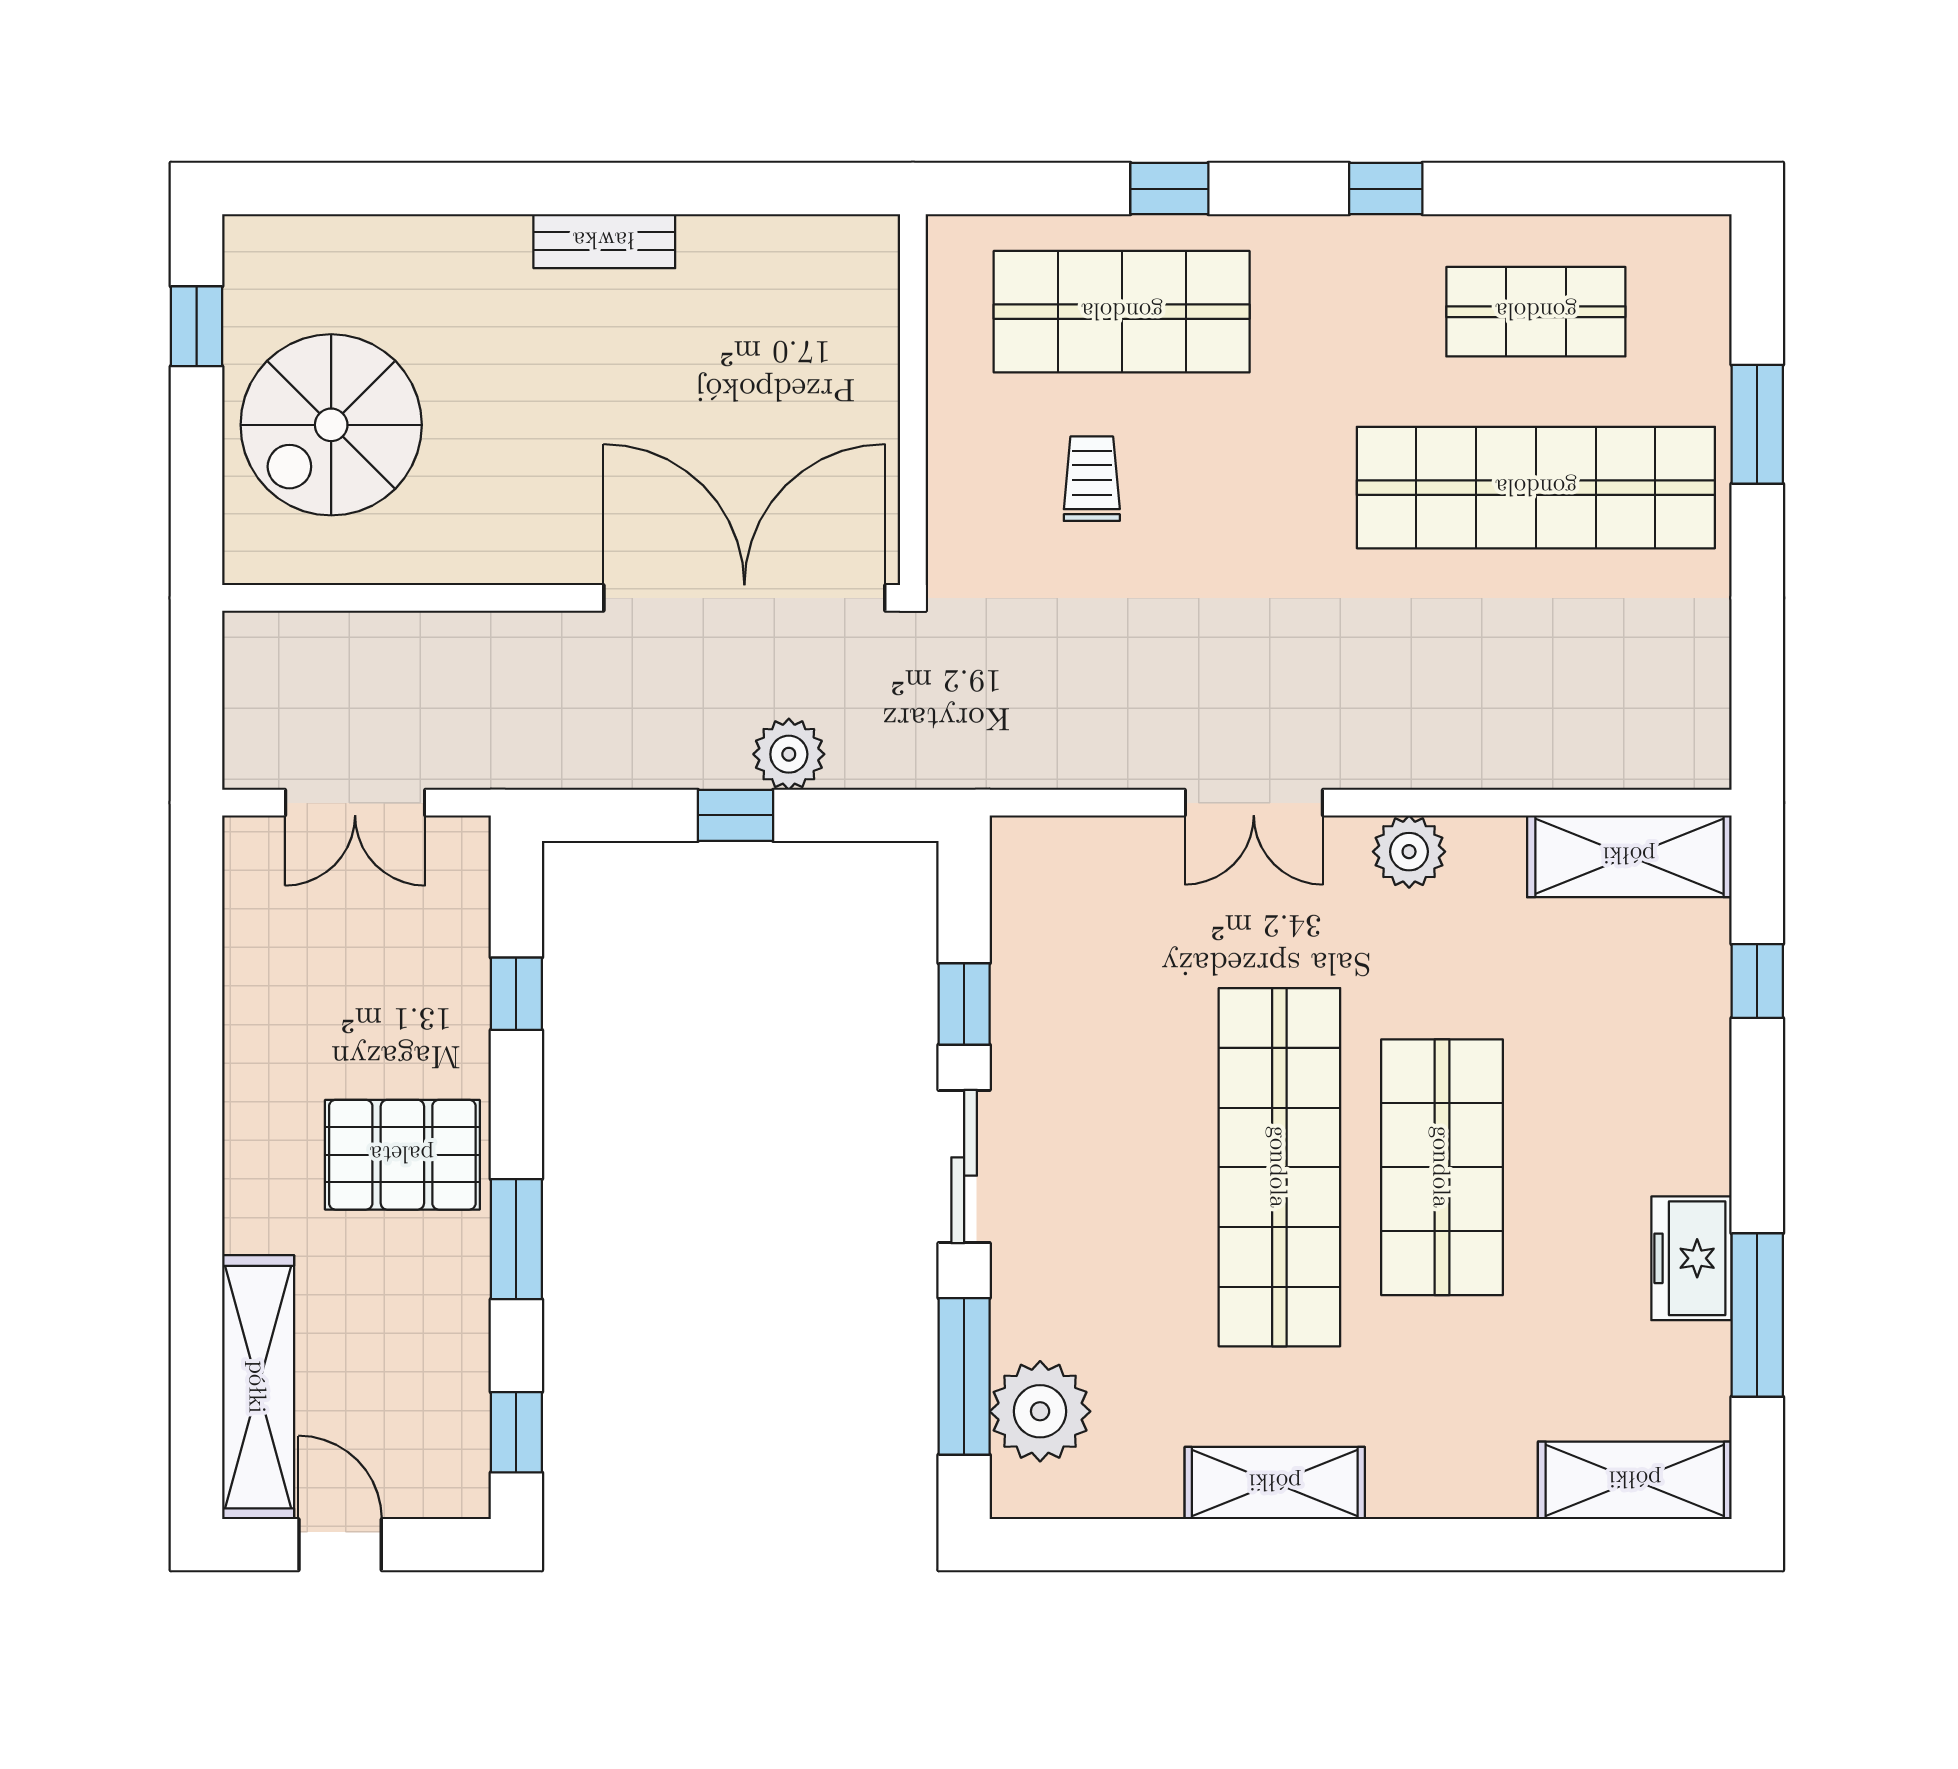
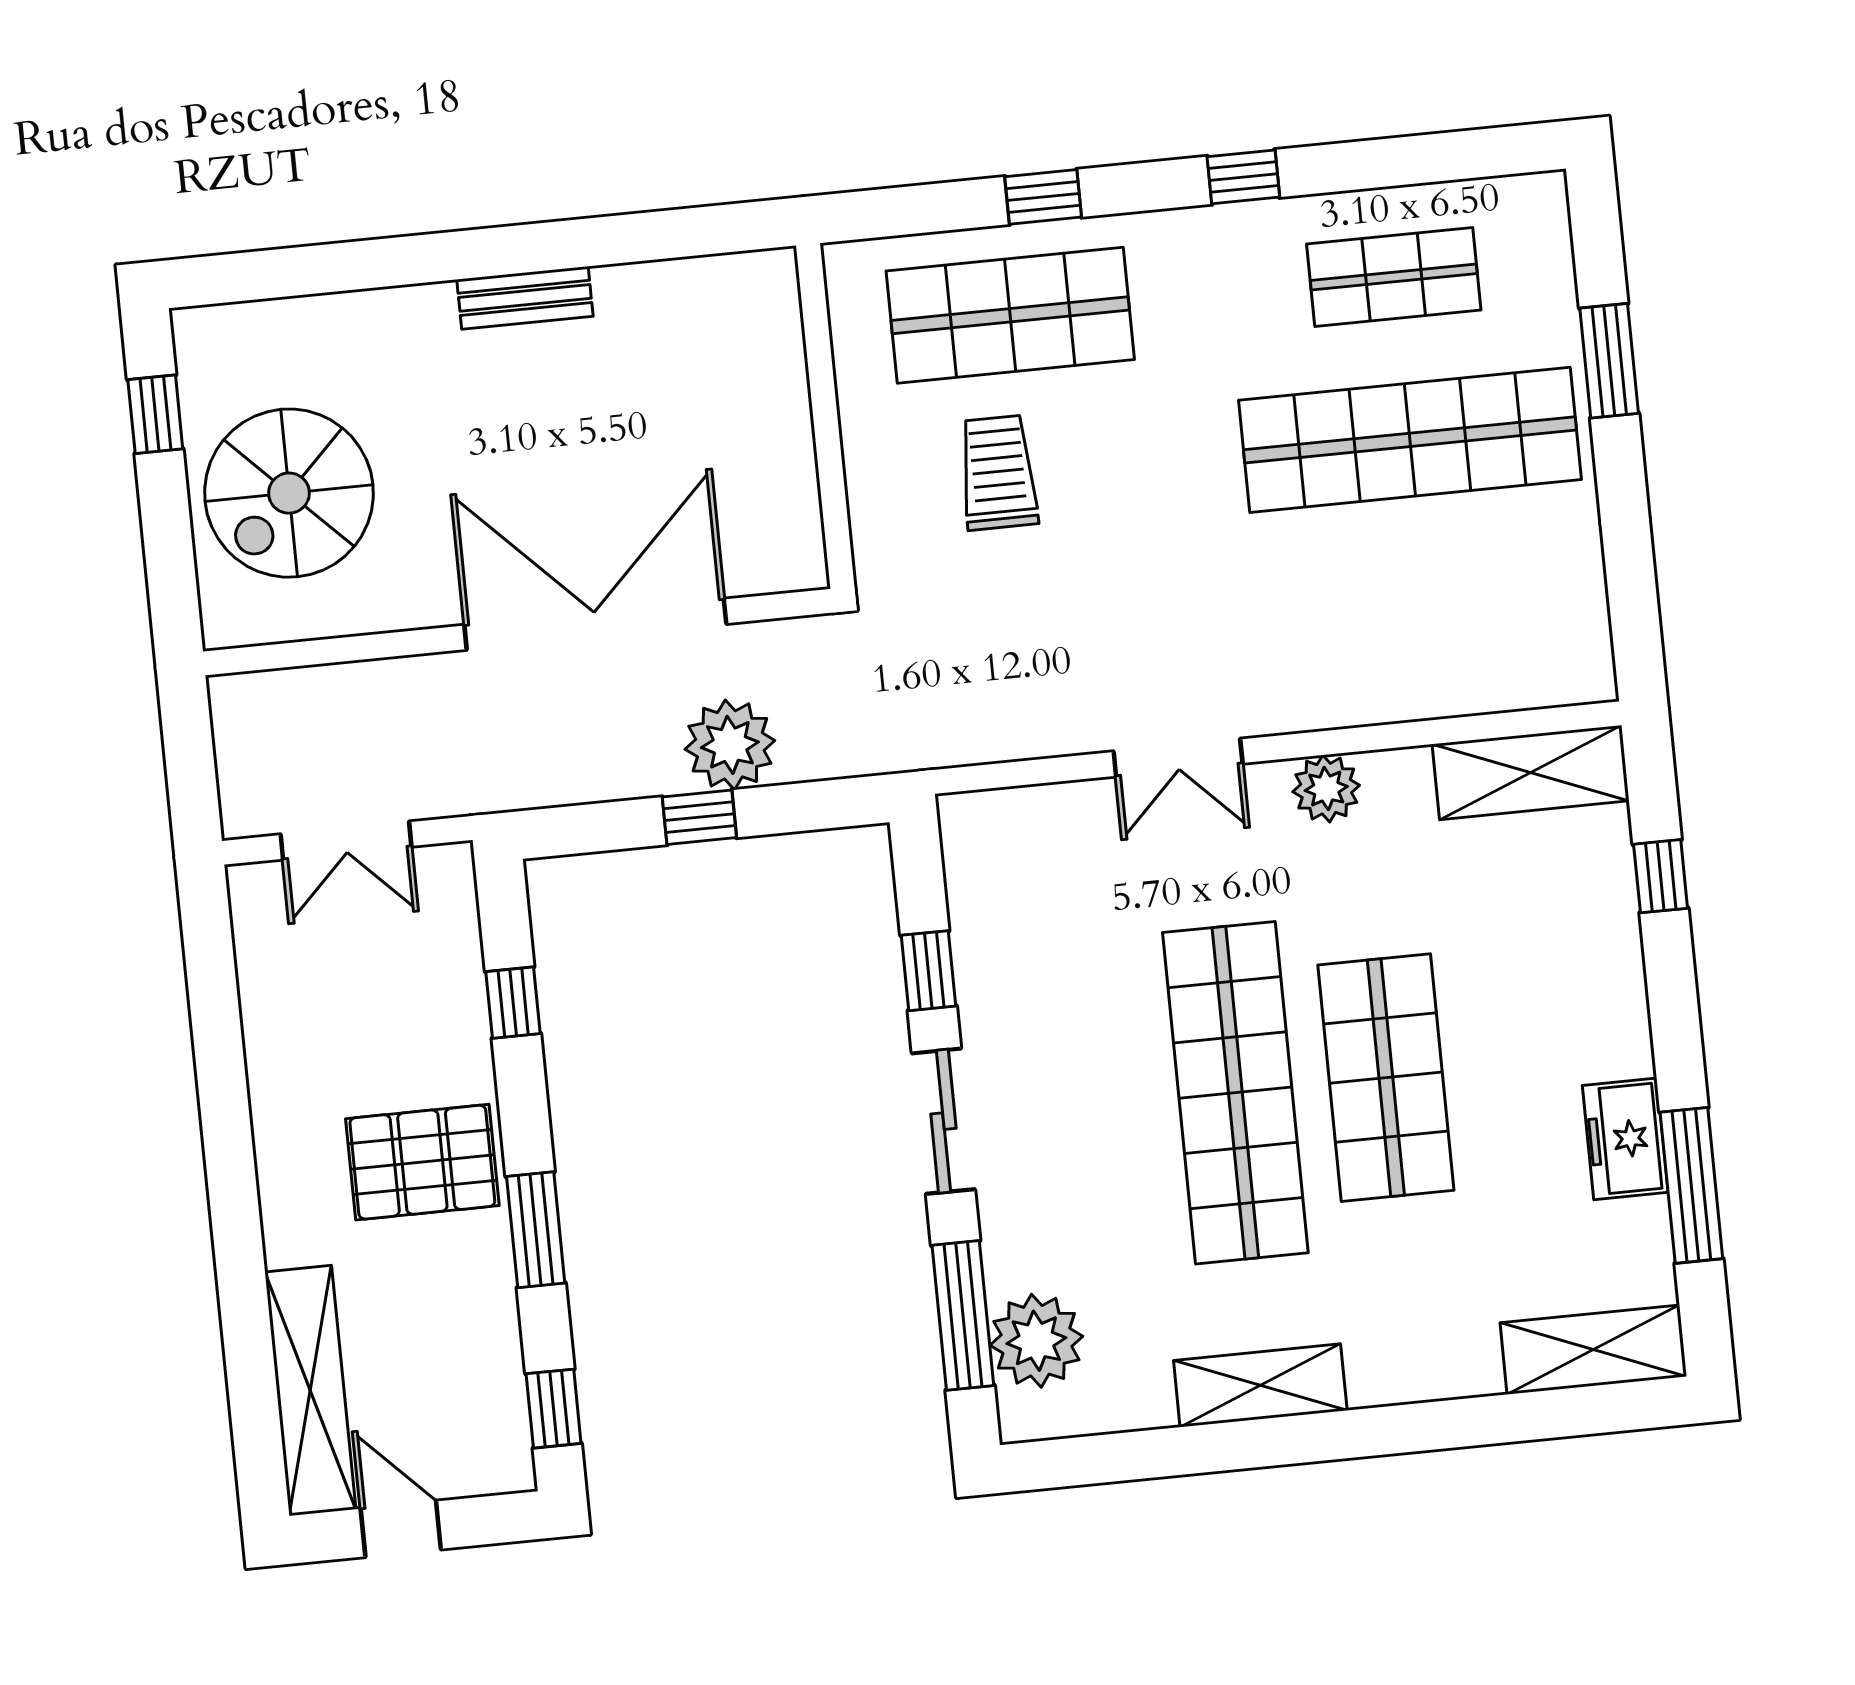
trolley: (1092, 479) -> (998, 473), width x1.36, depth x1.39
double door: (744, 598) -> (595, 624), moved
plant: (789, 754) -> (730, 745), width x1.36, depth x1.36

